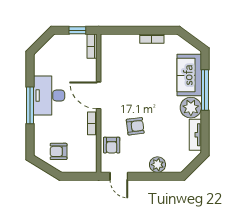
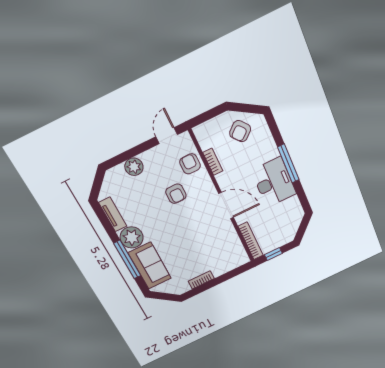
bookcase: (92, 46) -> (251, 241), width x1.56
bookcase: (92, 123) -> (213, 162), moved
armchair: (135, 126) -> (176, 194), turned -83
armchair: (59, 151) -> (240, 131), turned 140
door: (119, 176) -> (167, 136), hinge flipped

